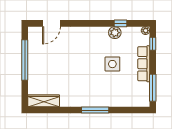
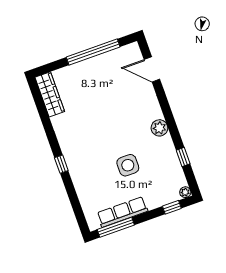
plant: (115, 33) -> (159, 128), moved
row of seats: (144, 64) -> (122, 212), moved
window: (95, 110) -> (61, 164), width x0.46

